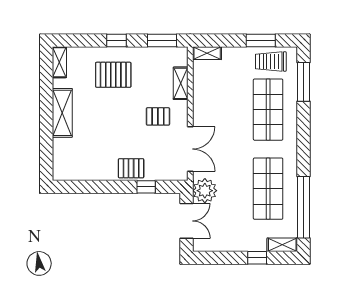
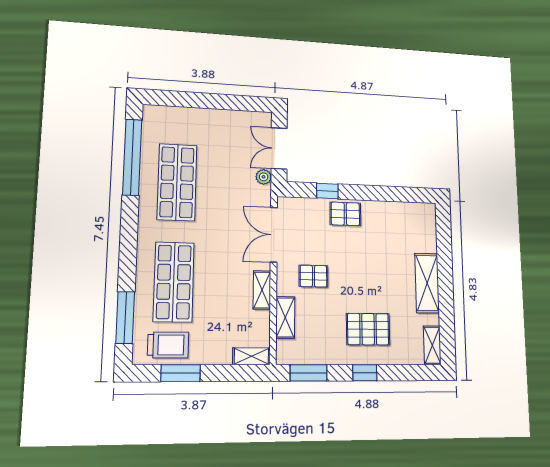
plant: (205, 191) -> (264, 177), width x0.53, depth x0.53
shelving: (282, 245) -> (262, 290), moved, turned 90
window: (257, 258) -> (193, 100), removed

